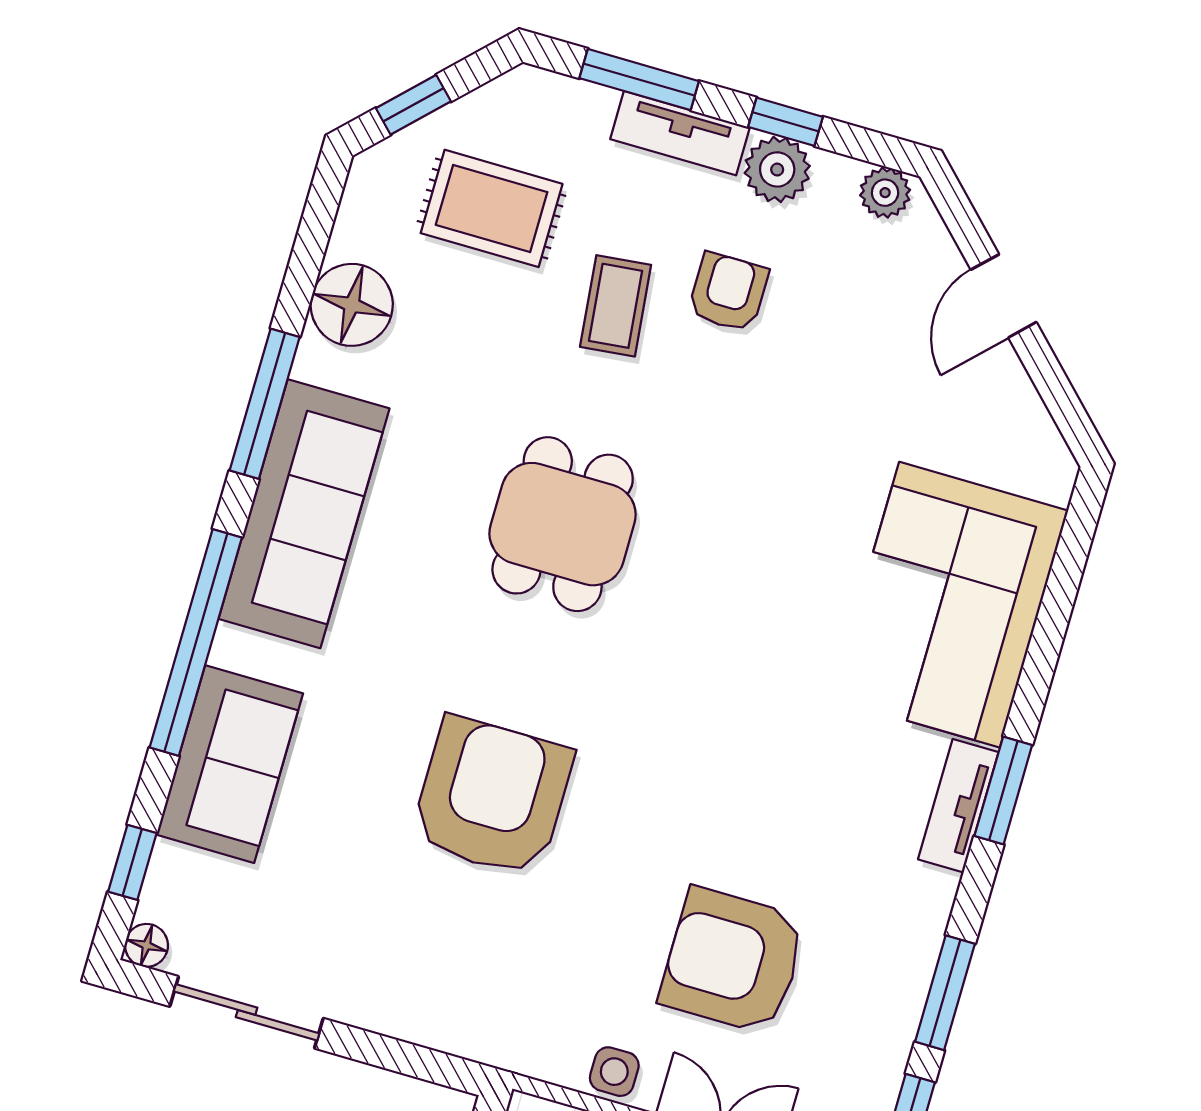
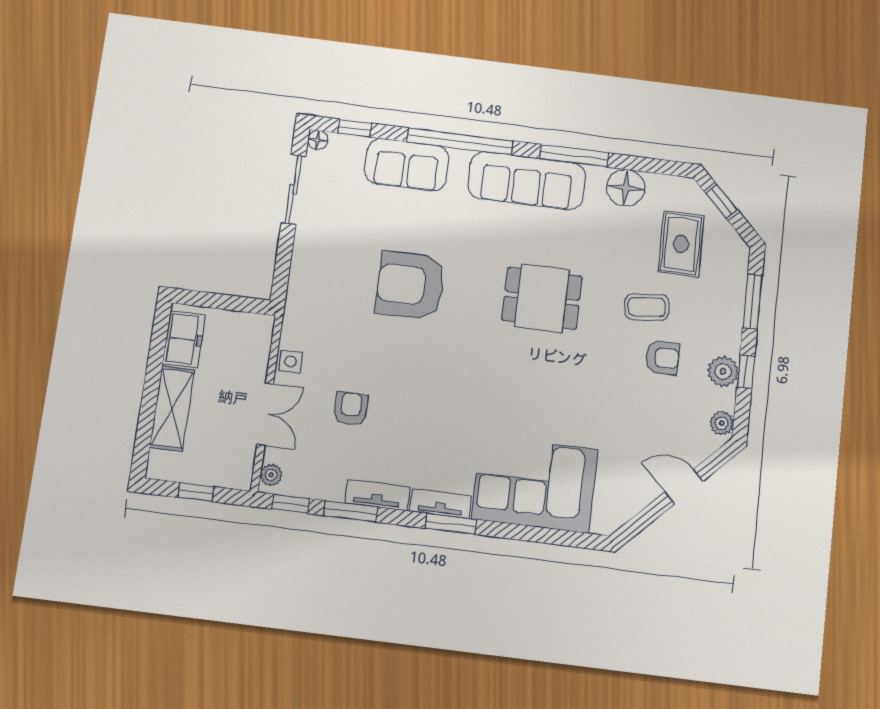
tv unit: (680, 133) -> (377, 495), moved, turned 90
armchair: (492, 797) -> (410, 285), turned 180
armchair: (733, 961) -> (351, 409), width x0.53, depth x0.53

